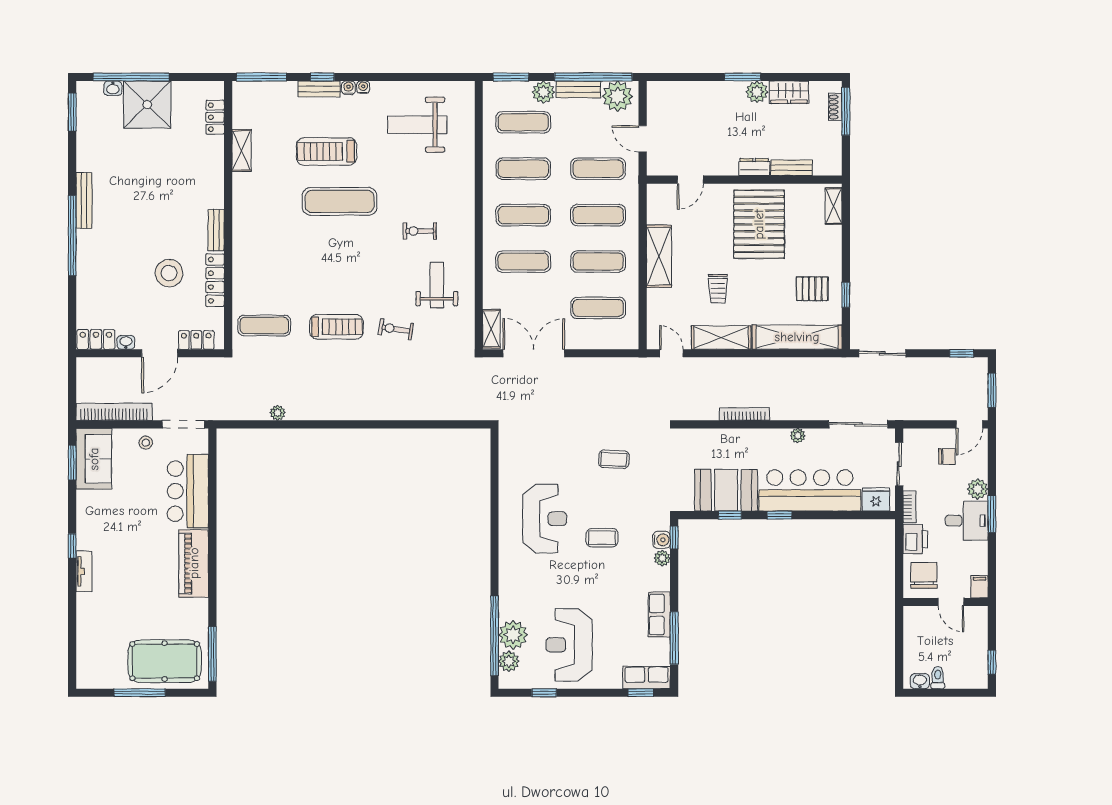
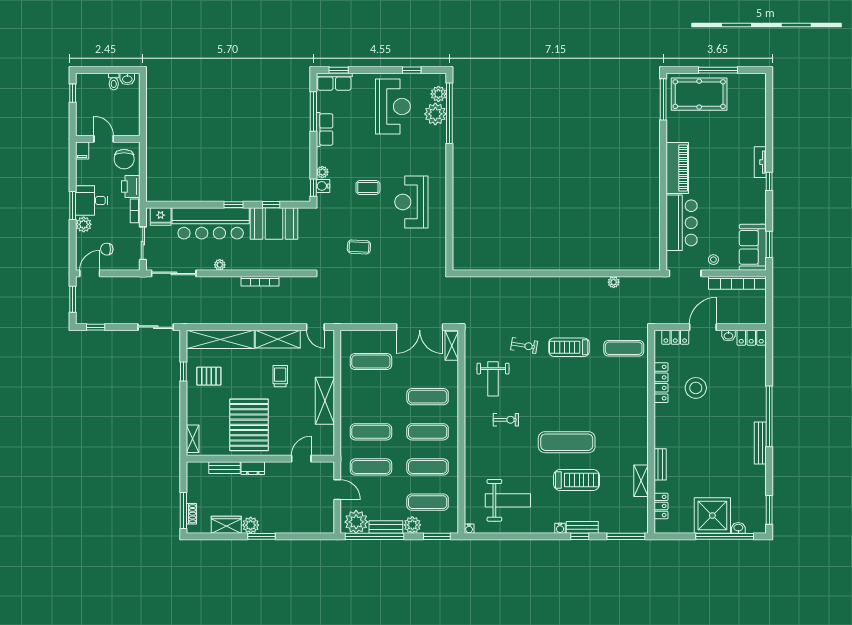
water cooler: (363, 87) -> (469, 529), moved
bench: (216, 230) -> (660, 464), moved
exercise mat: (598, 262) -> (371, 397), removed

